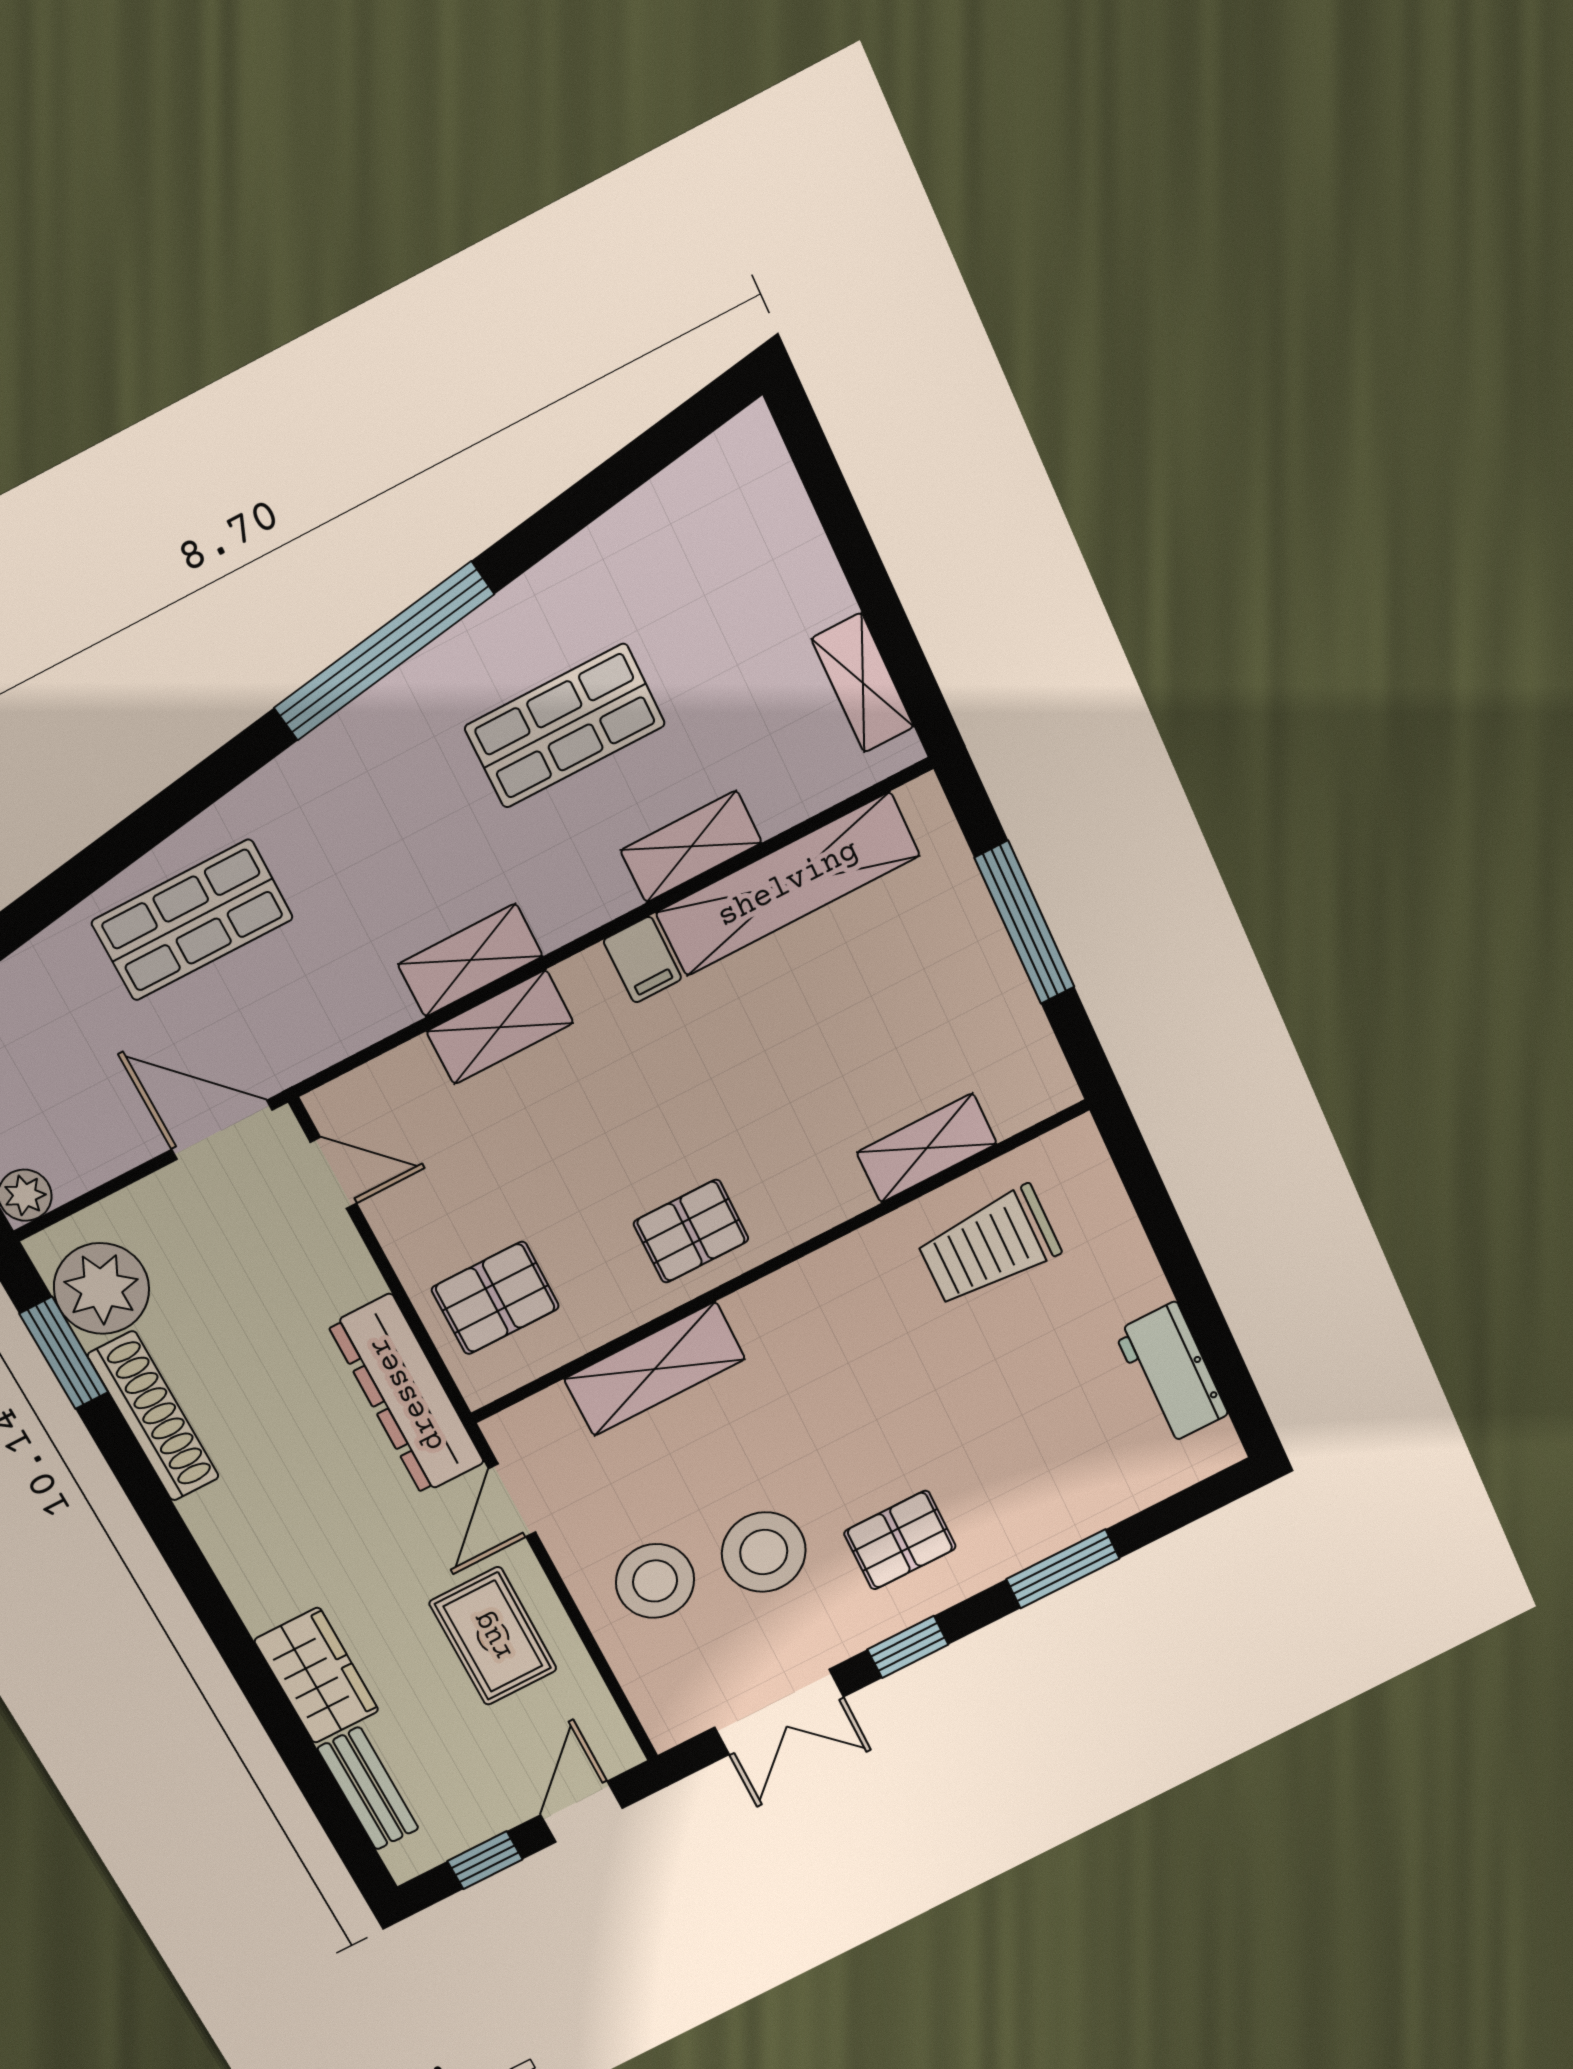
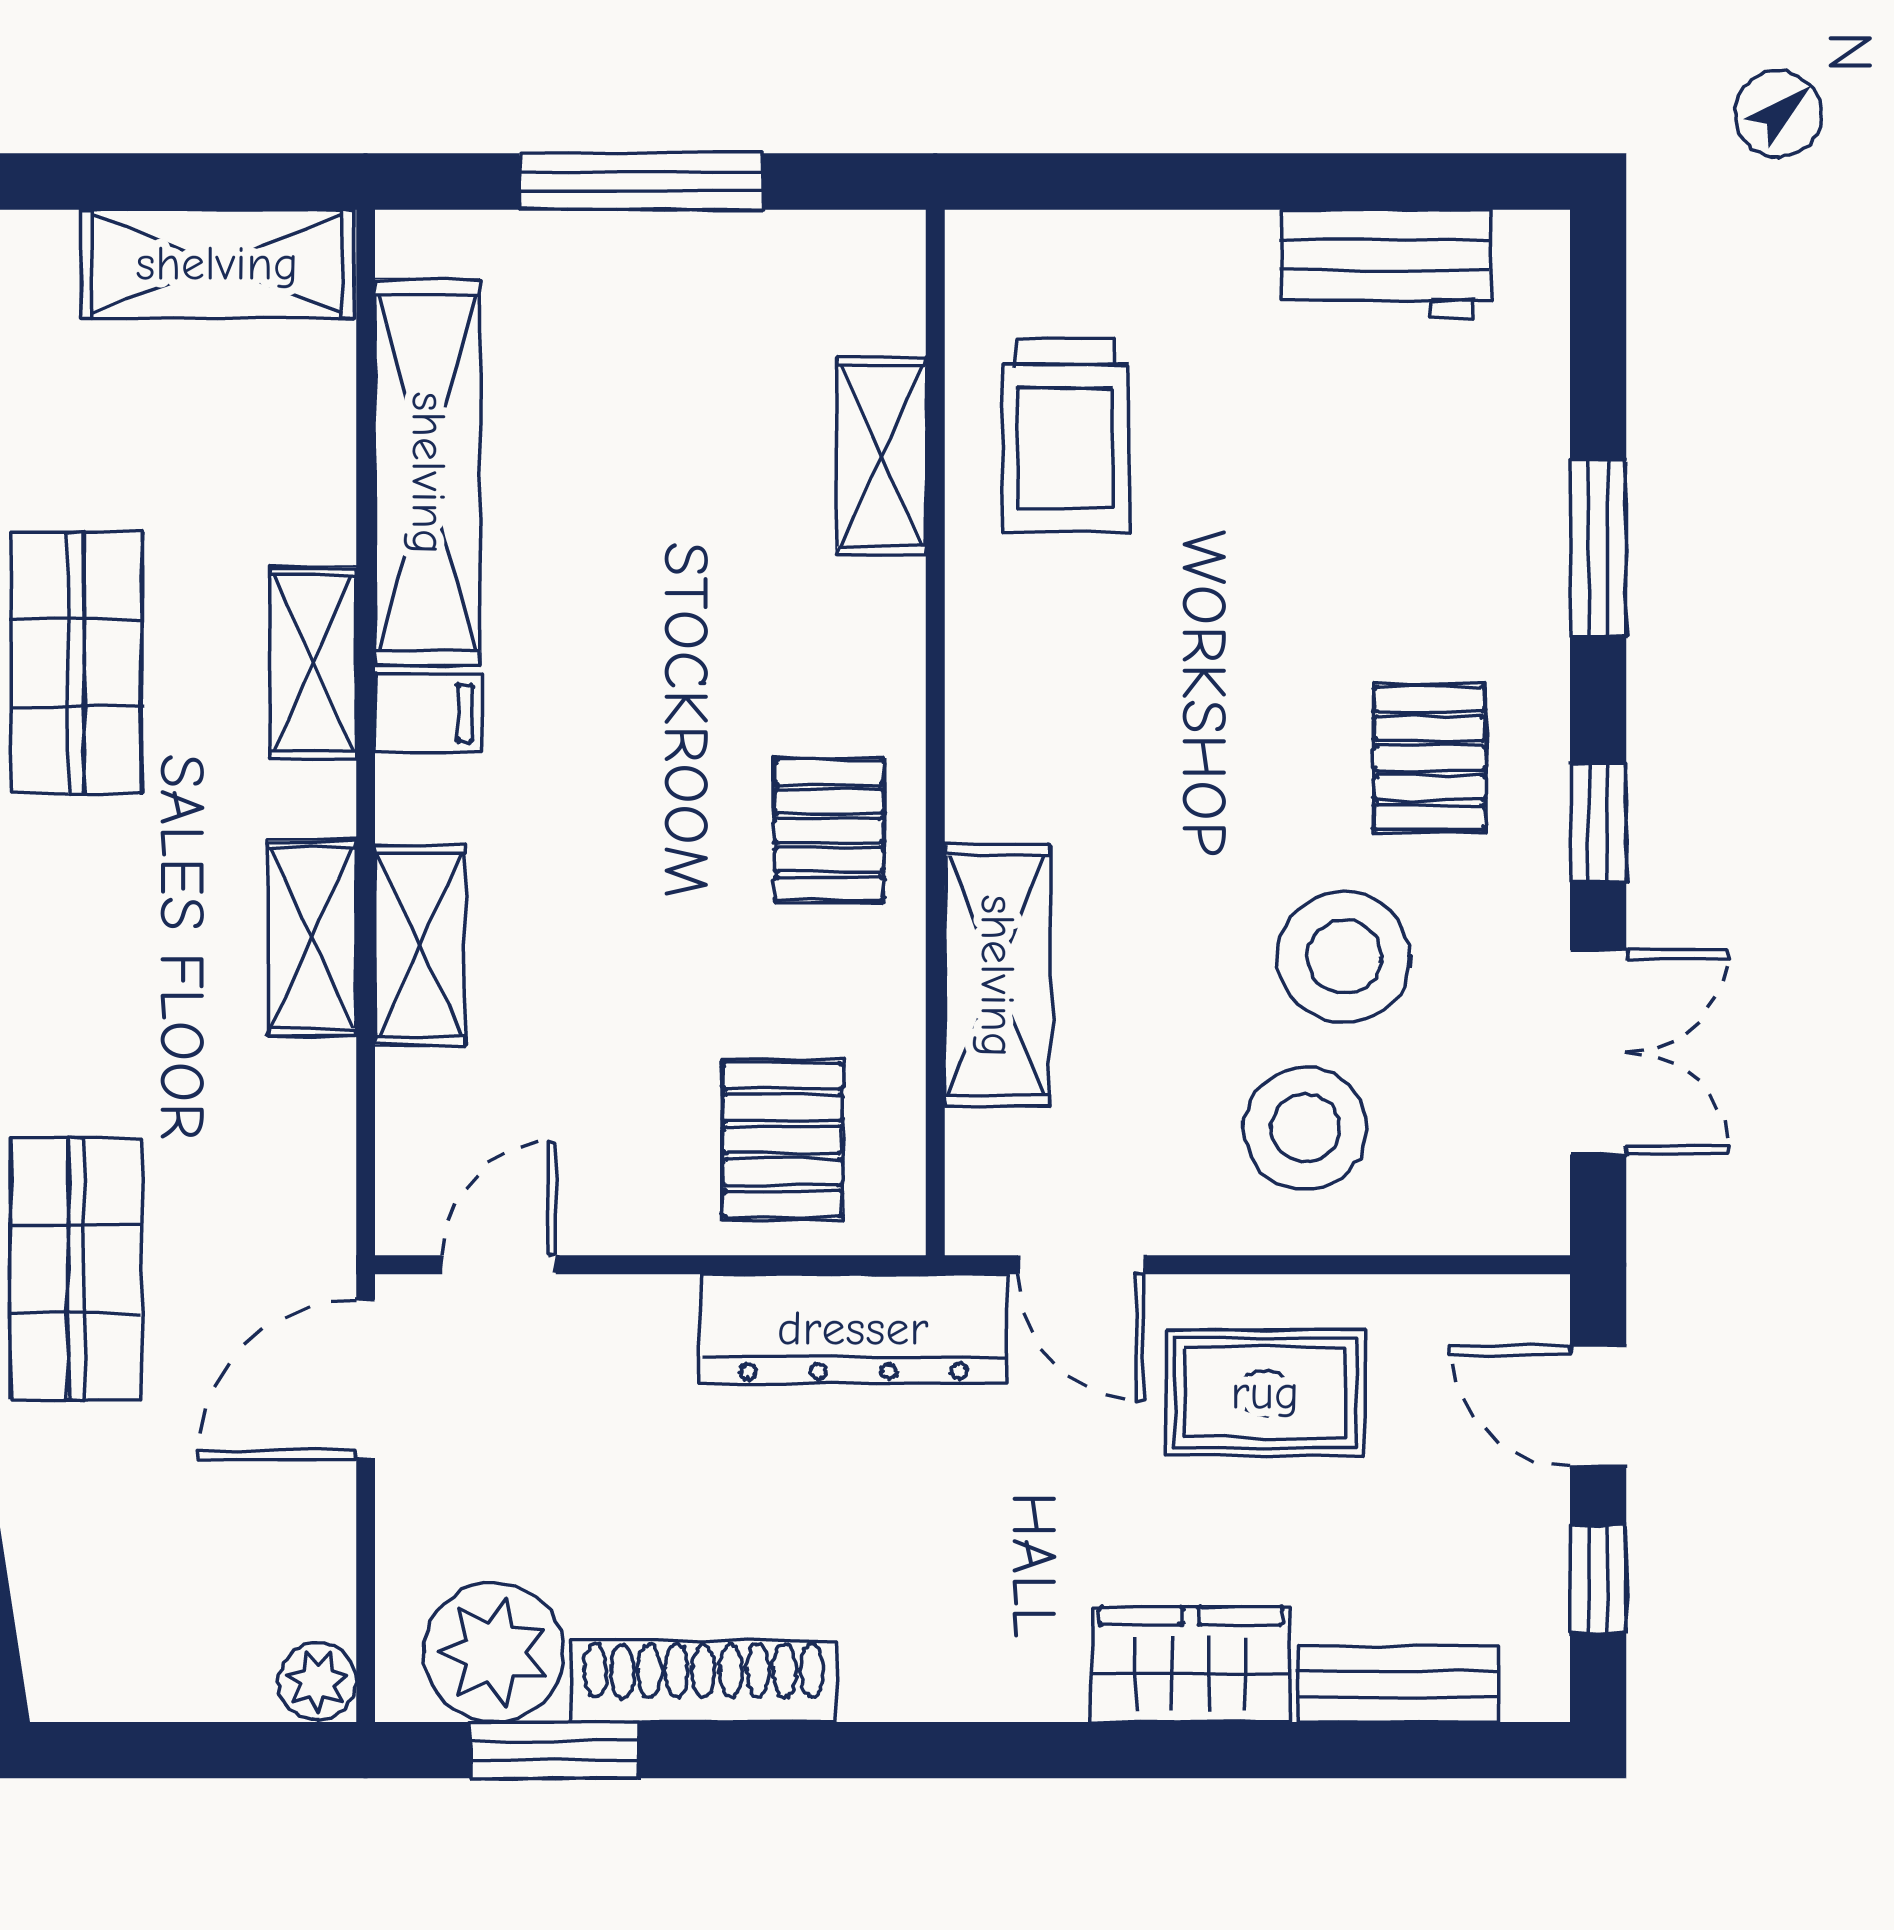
shelving: (863, 683) -> (217, 264), width x1.50, depth x1.33
shelving: (691, 847) -> (313, 663), moved

